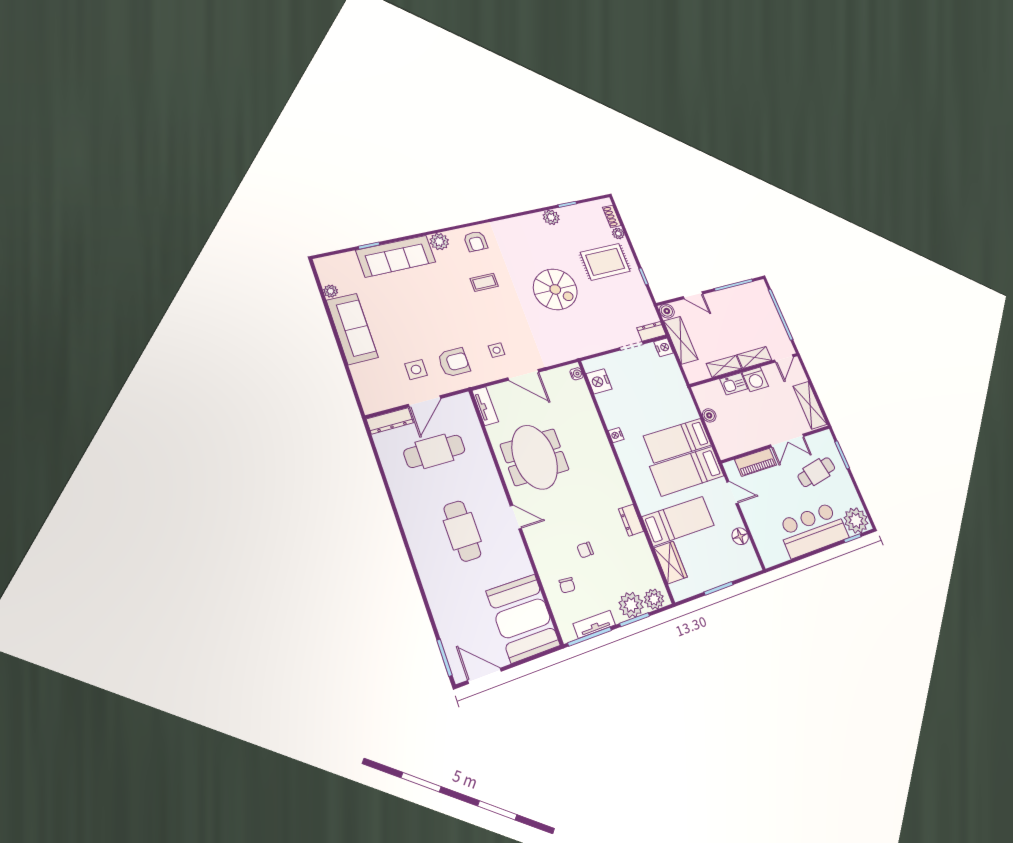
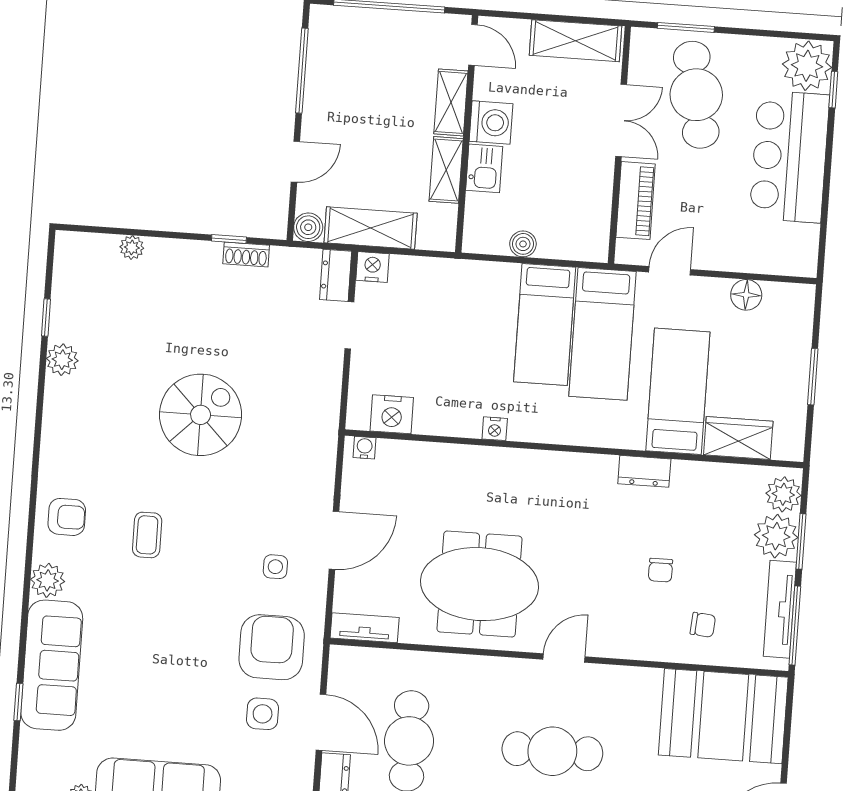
shoe rack: (612, 216) -> (246, 254), moved
rug: (605, 262) -> (178, 299), removed
armchair: (454, 362) -> (272, 647), width x1.36, depth x1.36
cafe table: (816, 472) -> (696, 95), width x1.37, depth x1.35
tv unit: (594, 624) -> (780, 609), width x1.41

